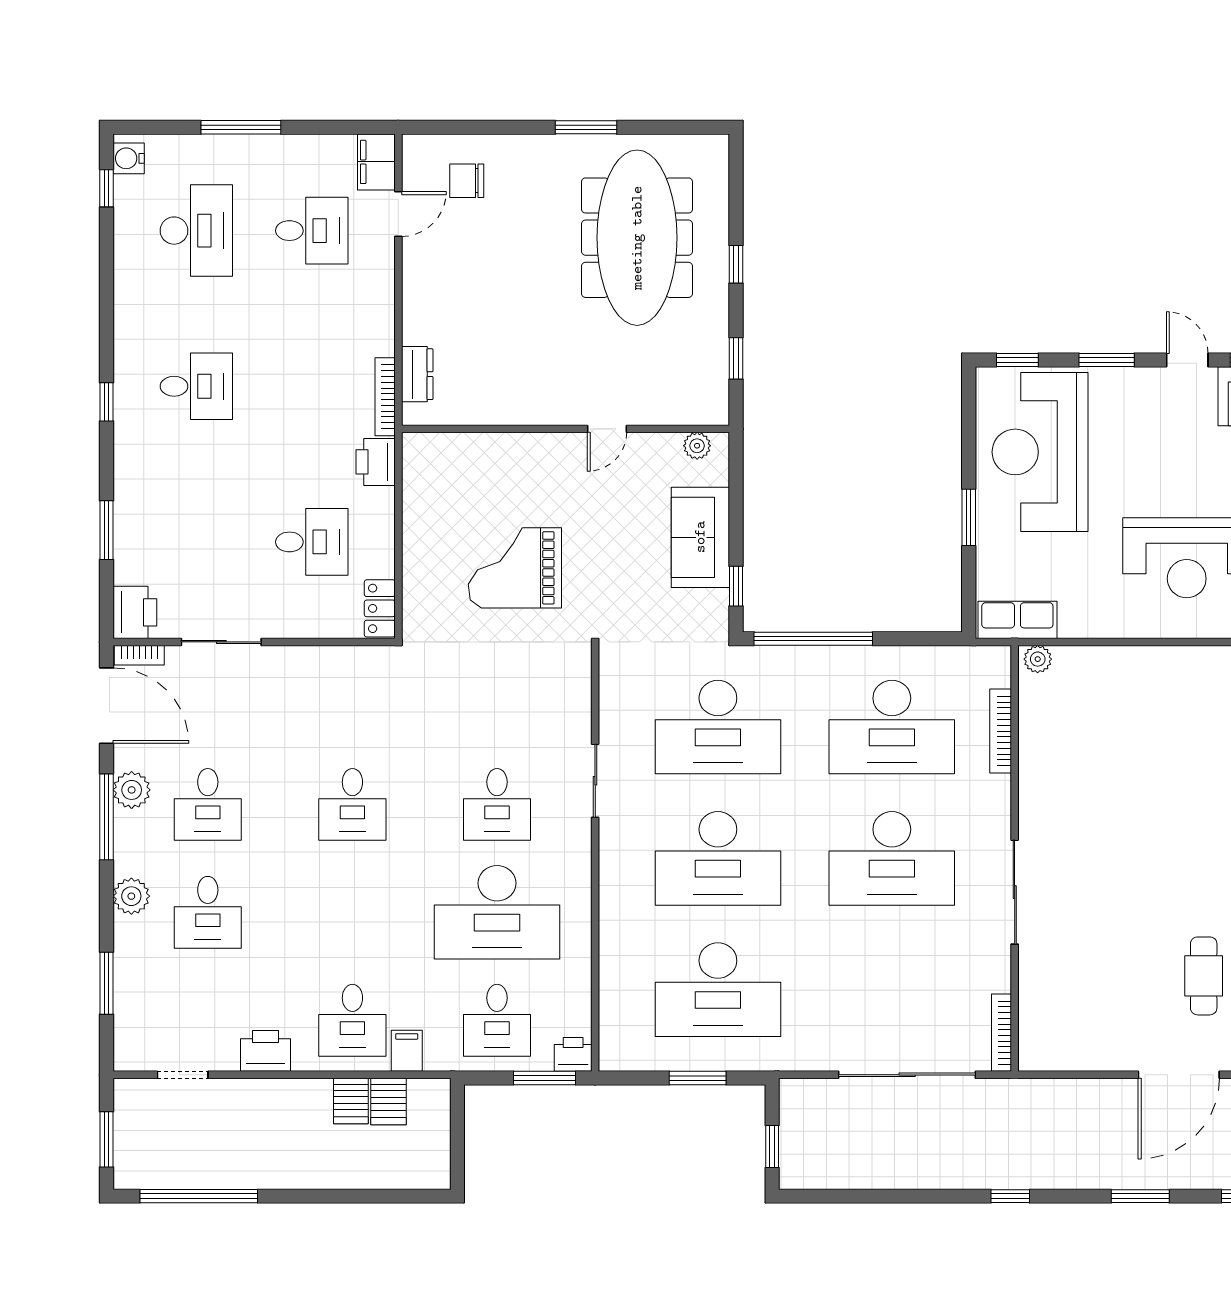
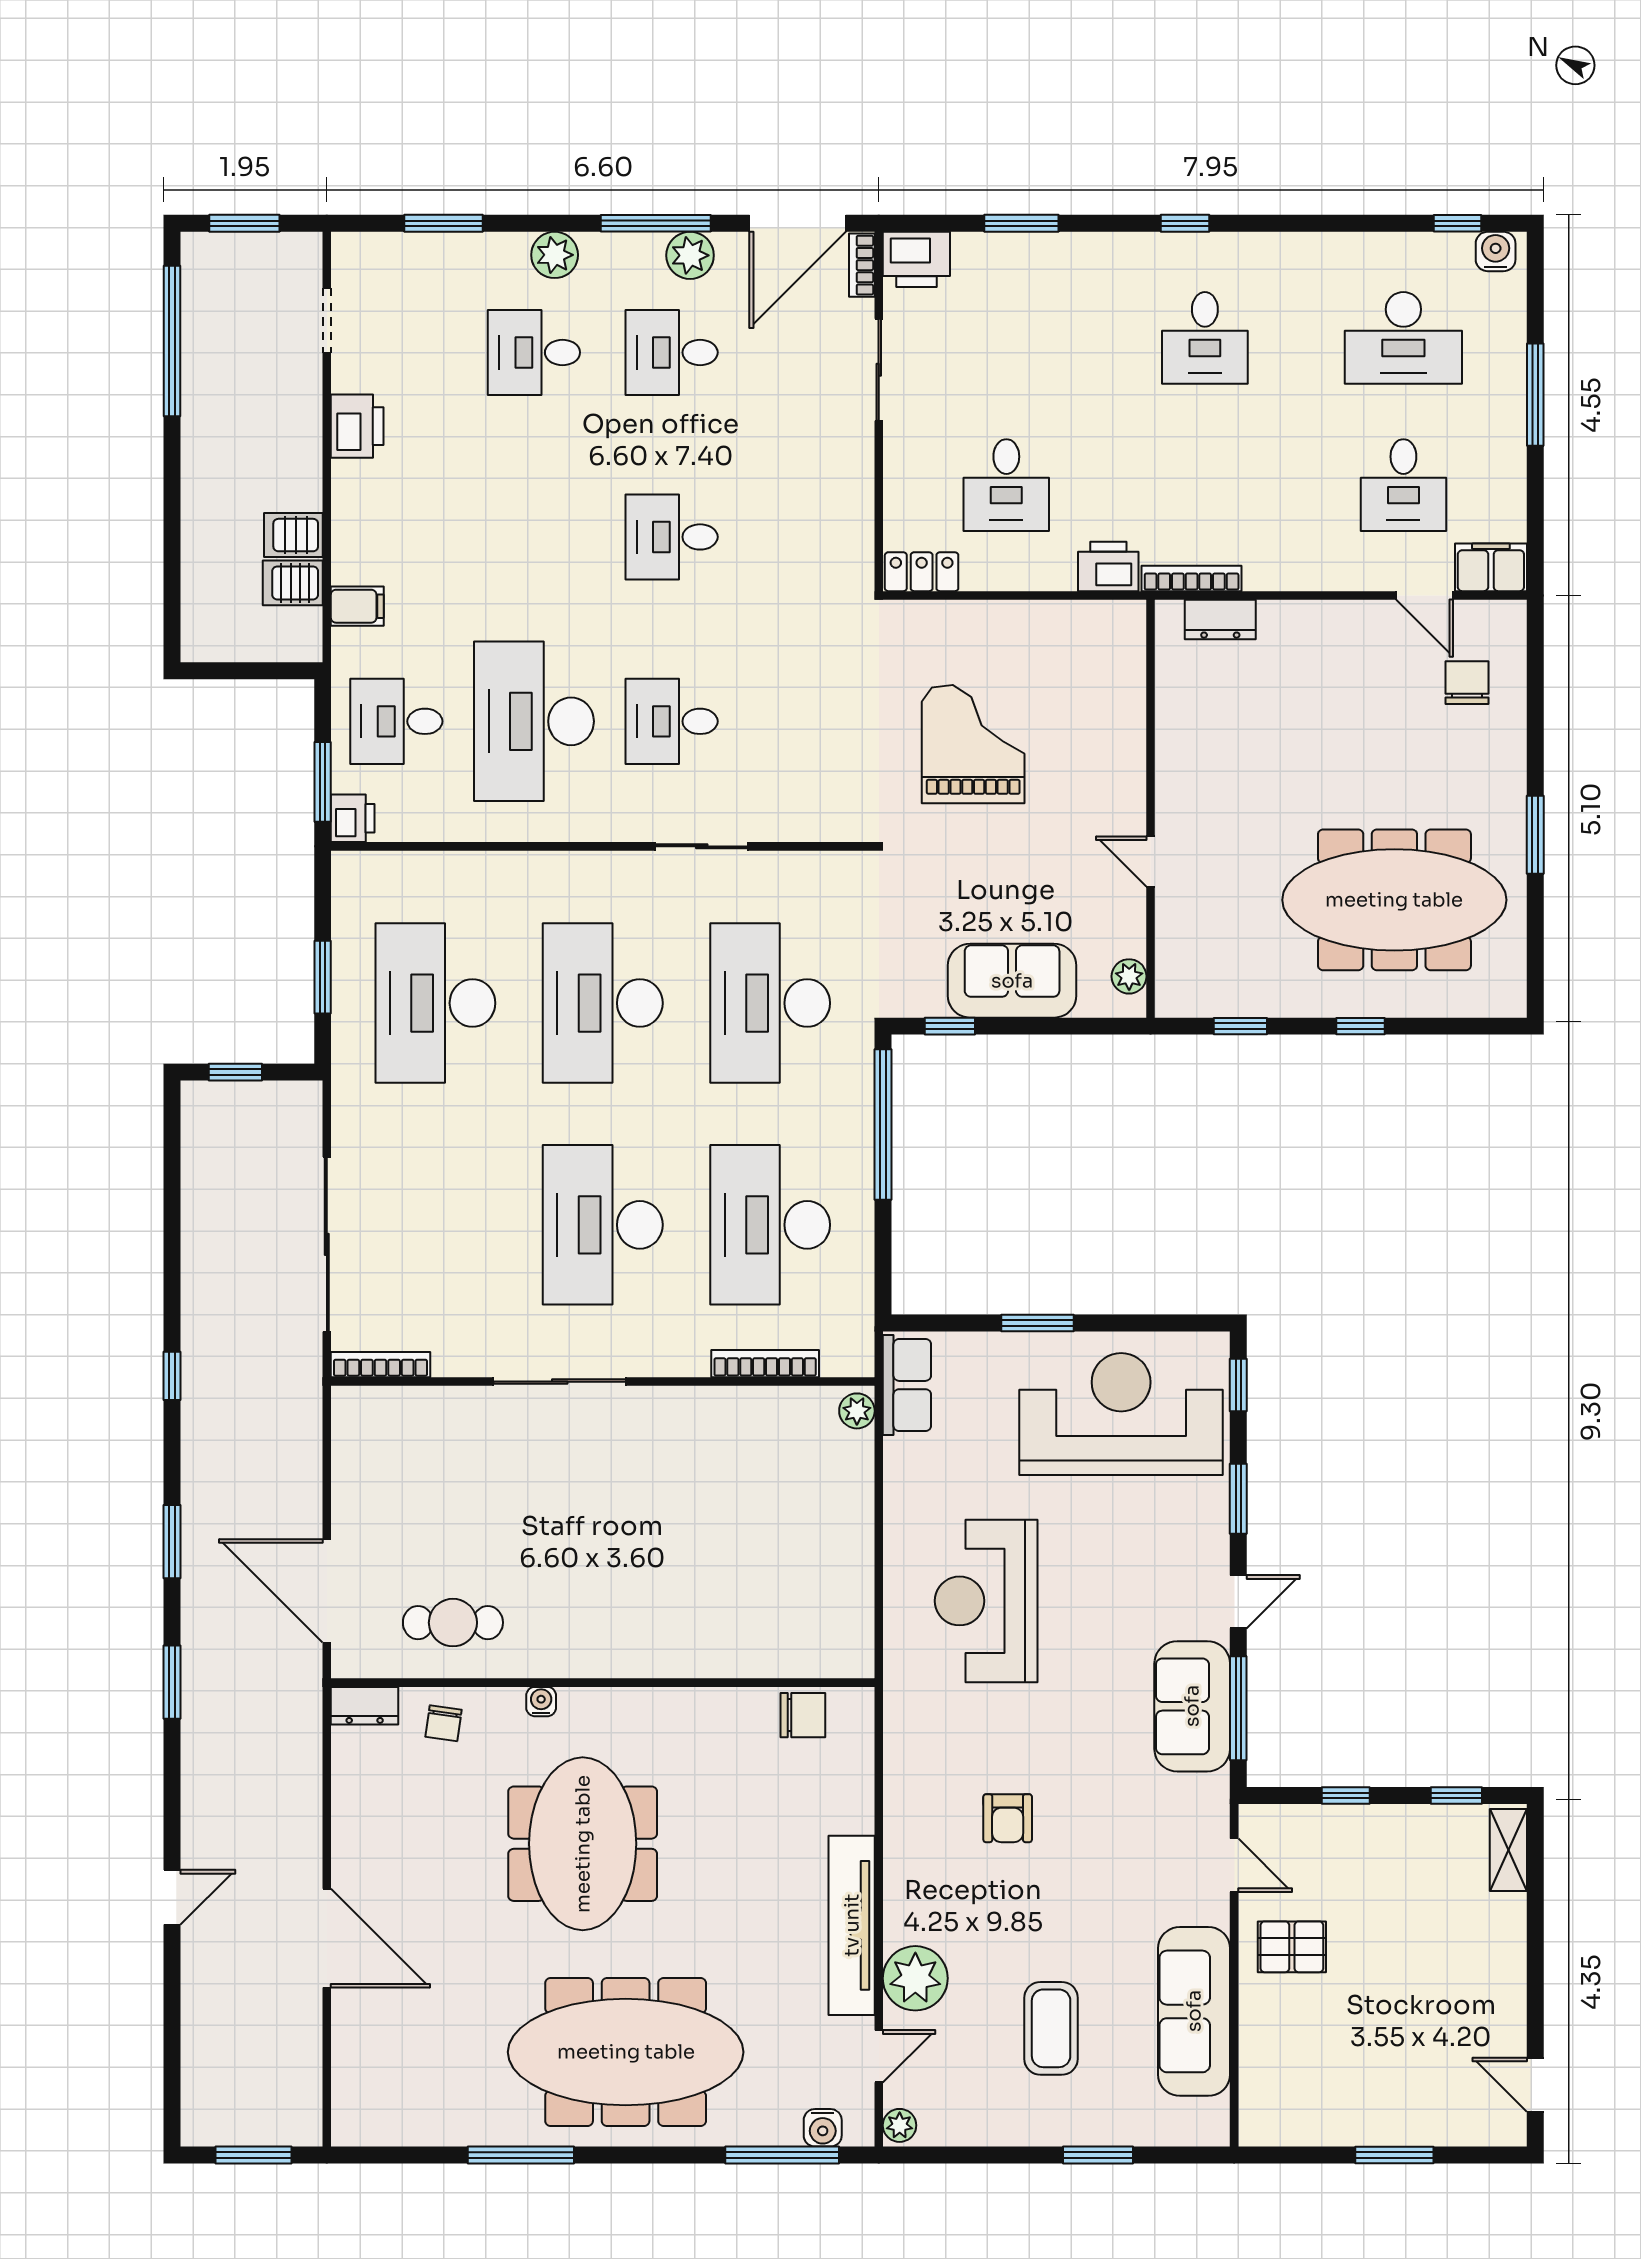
desk: (352, 1020) -> (396, 537), removed

